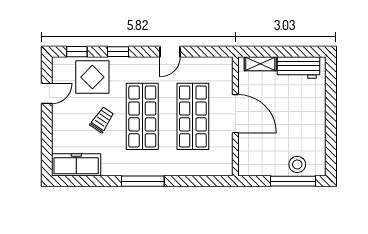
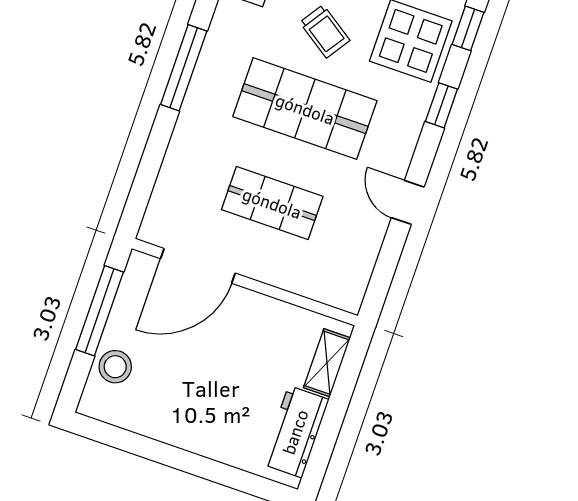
door: (235, 114) -> (198, 266), moved
shop shelf: (193, 116) -> (272, 203), width x0.70, depth x0.74
window: (293, 181) -> (100, 311), moved

